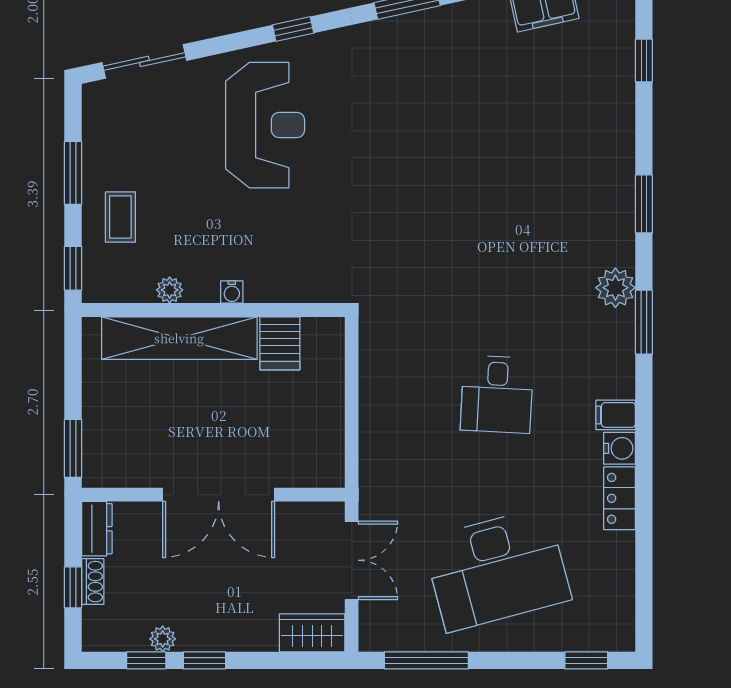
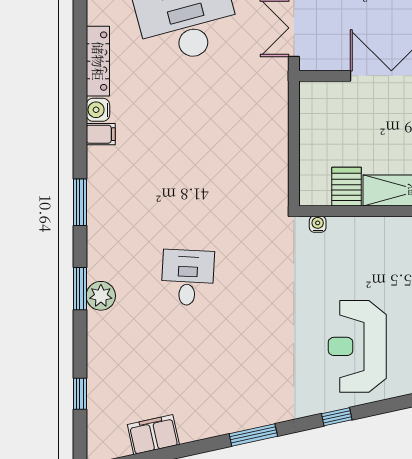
plant: (615, 288) -> (101, 296), moved
water cooler: (232, 292) -> (318, 224), moved
desk: (497, 394) -> (188, 278), moved
locker: (620, 498) -> (98, 61), width x1.53

